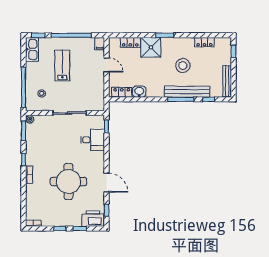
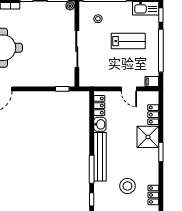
door: (106, 65) -> (129, 89), hinge flipped
stool: (183, 66) -> (127, 186), moved
bench: (187, 92) -> (100, 157), moved
desk: (93, 140) -> (48, 74), removed

